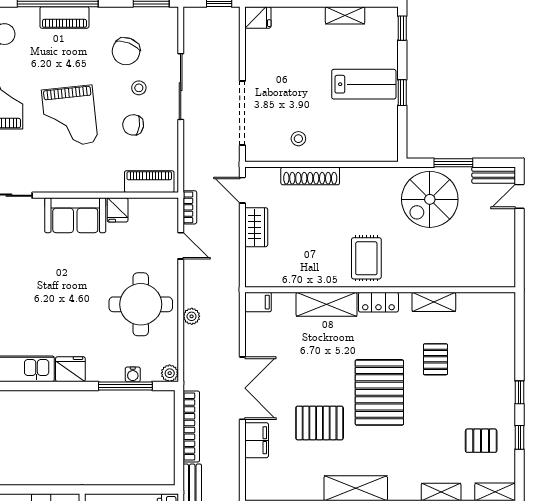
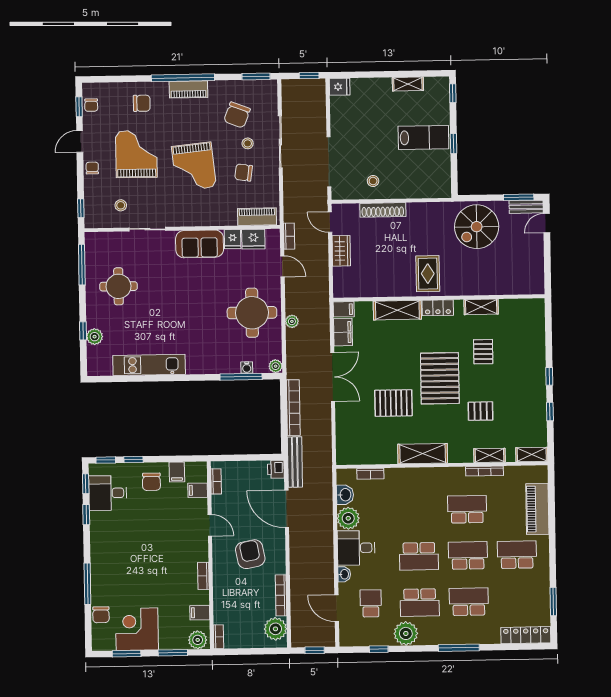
window: (453, 163) -> (519, 197), moved
fridge: (70, 369) -> (253, 239), moved, turned 180
filing cabinet: (257, 440) -> (343, 332), moved
pallet: (481, 441) -> (481, 411), moved

